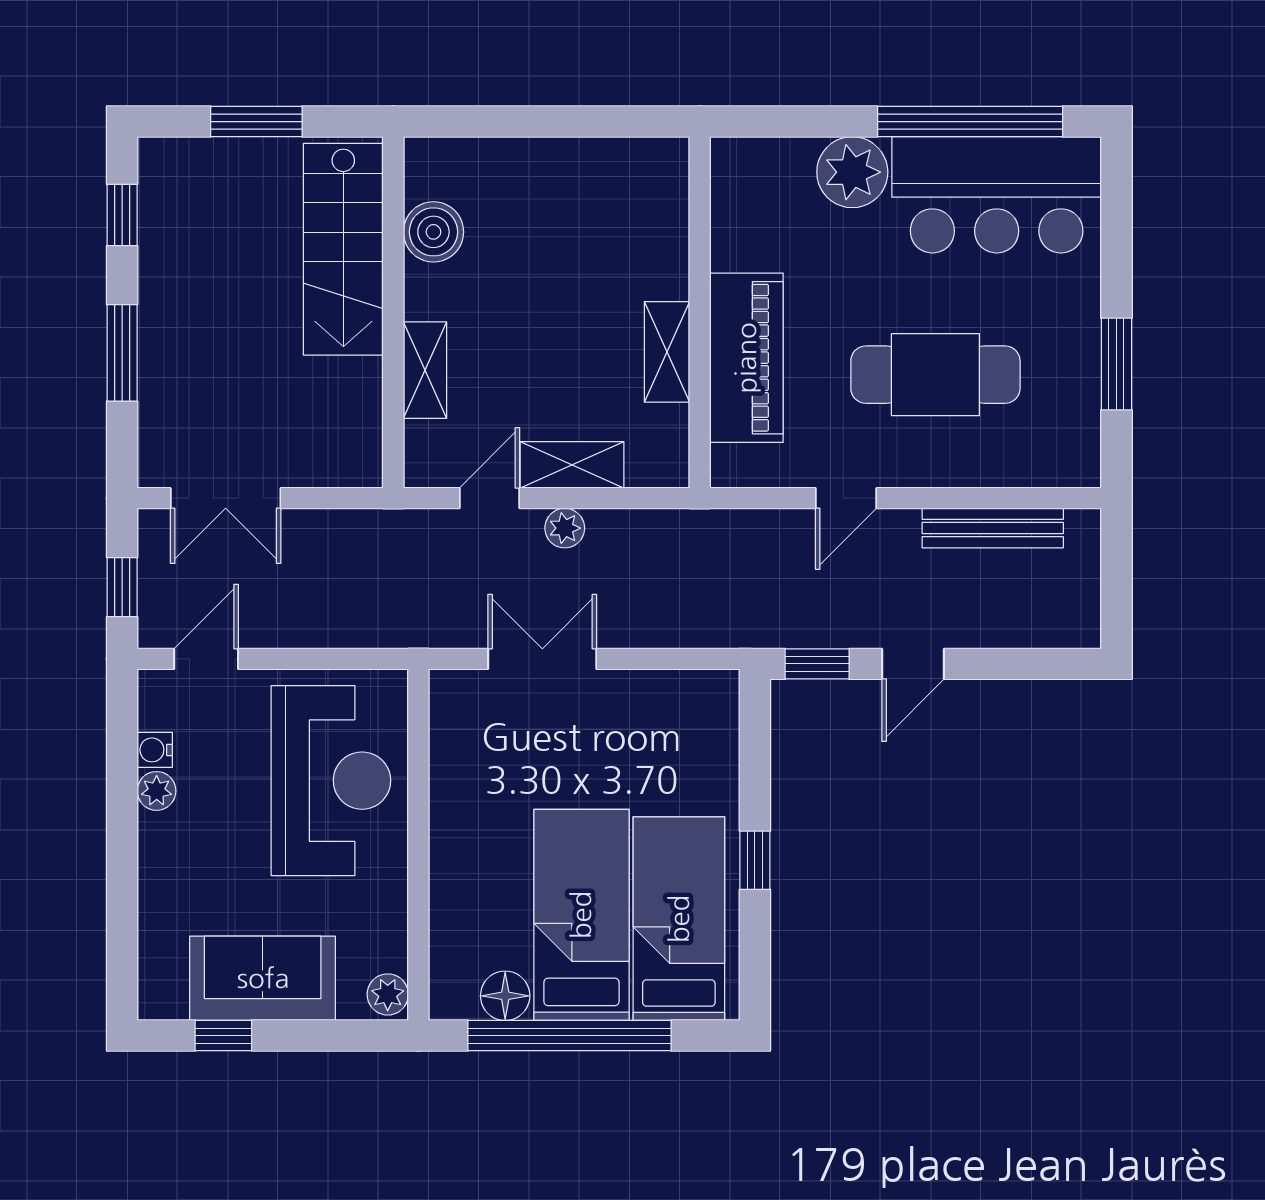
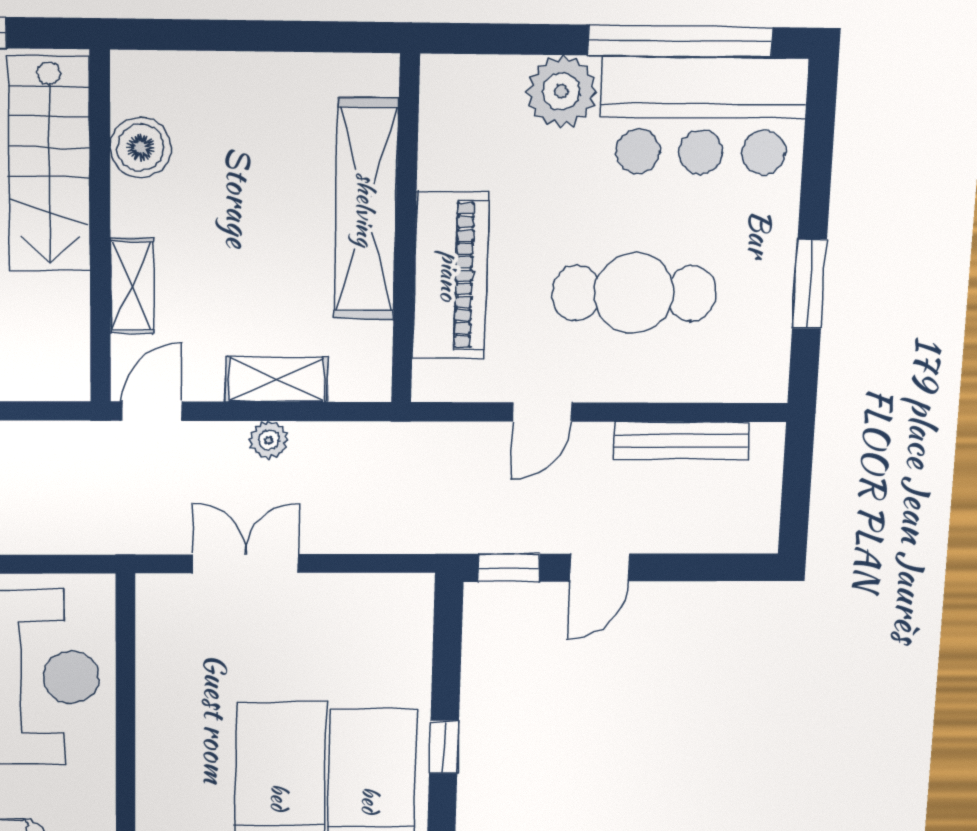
shelving: (667, 352) -> (366, 210), width x2.20, depth x1.33
door: (489, 498) -> (152, 411), moved

